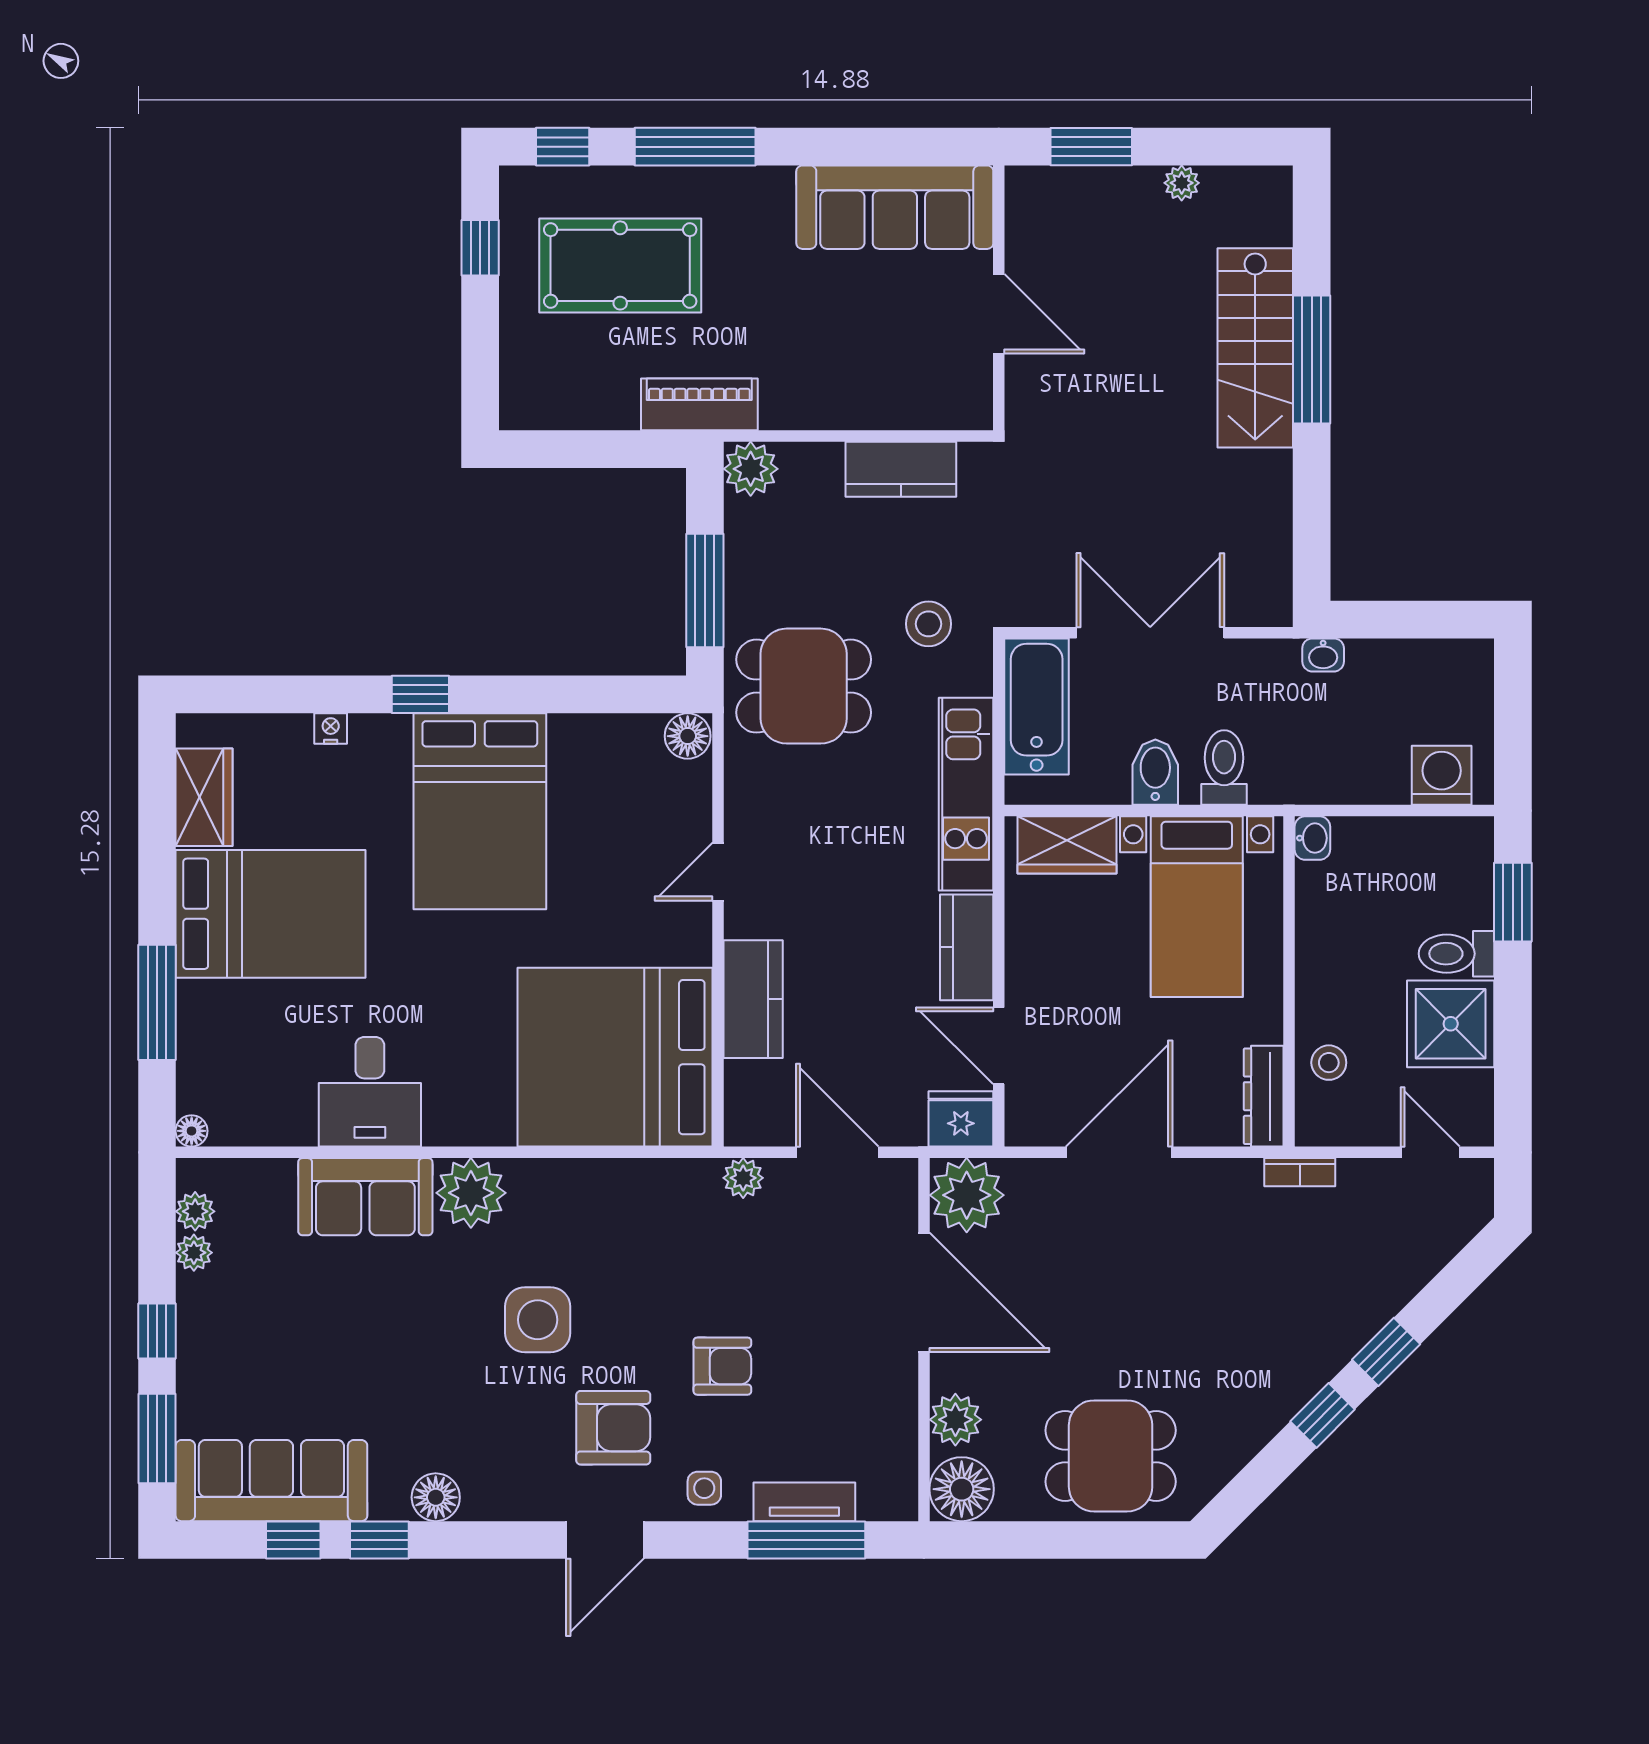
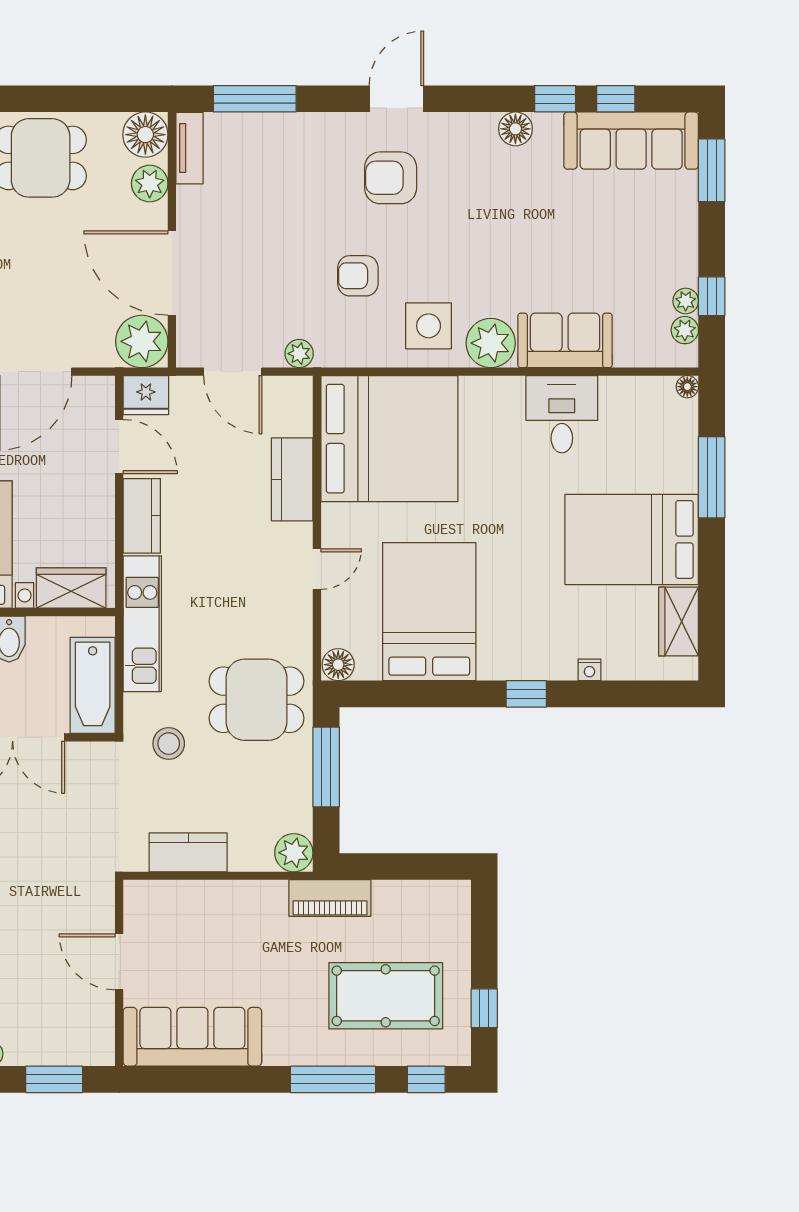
bed: (480, 811) -> (429, 612), moved
side table: (538, 1320) -> (429, 326), moved
window: (157, 1331) -> (712, 296), moved
armchair: (722, 1366) -> (358, 276), moved
side table: (704, 1488) -> (326, 135), removed
tv unit: (804, 1502) -> (190, 148), moved, turned -90

